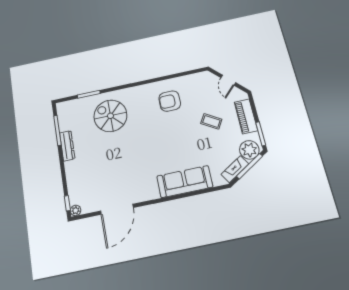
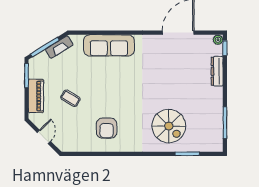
armchair: (170, 101) -> (107, 128), turned 90
dresser: (67, 146) -> (217, 71), moved
plant: (249, 150) -> (41, 63), removed

